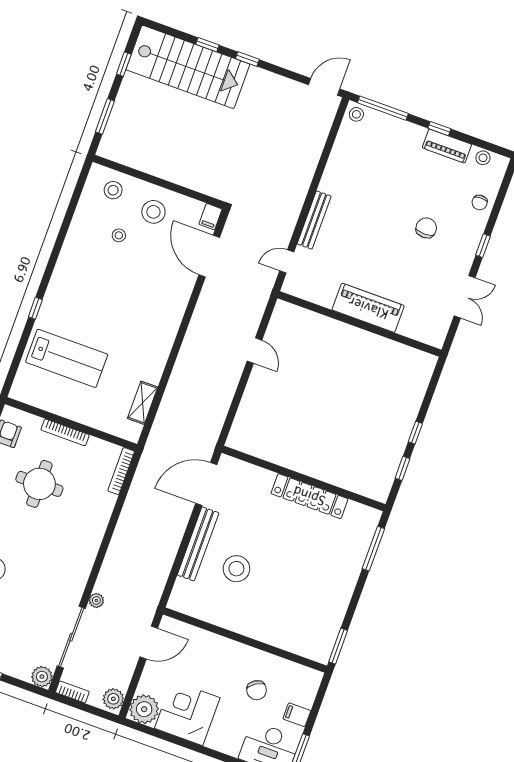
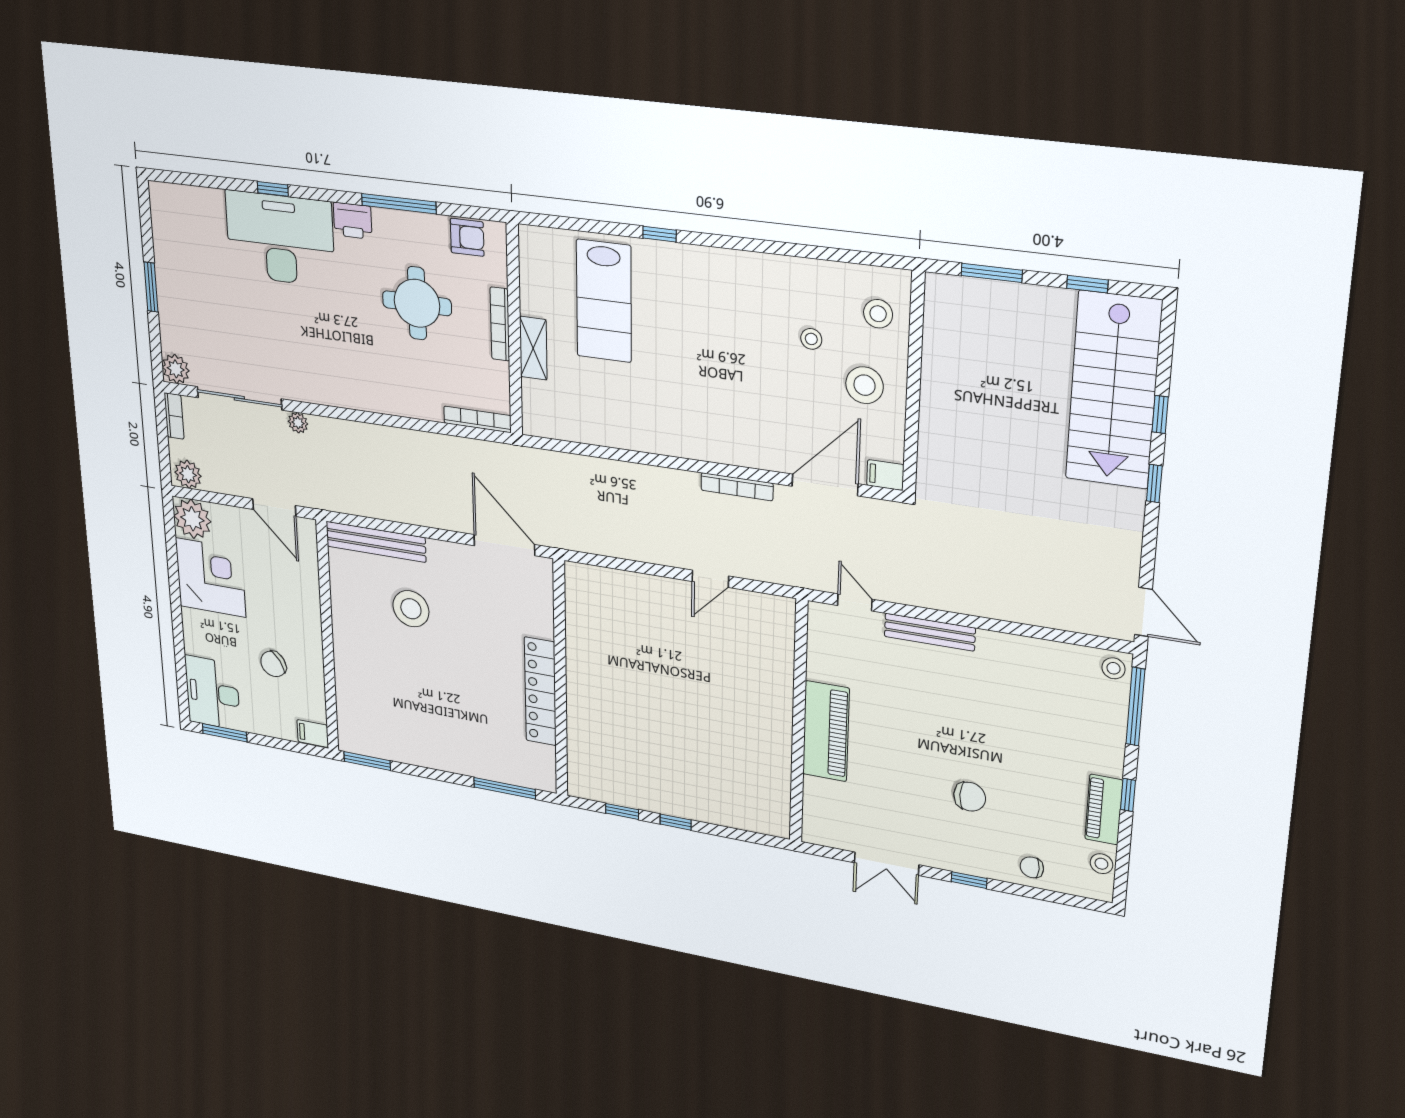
bookcase: (199, 313) -> (737, 487), added
shelving: (143, 403) -> (533, 348), moved, turned 90
bench: (198, 544) -> (376, 542), moved
filing cabinet: (297, 715) -> (313, 733), moved, turned -90

